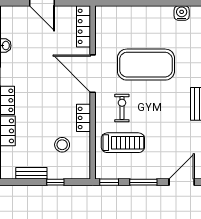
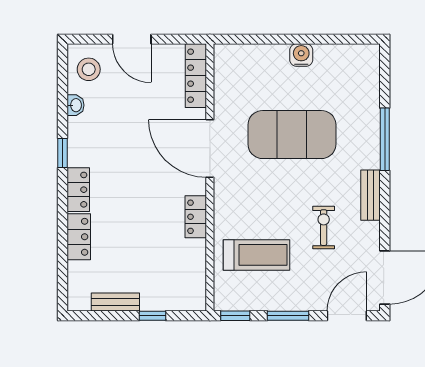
water cooler: (182, 13) -> (301, 55), moved
exercise bike: (122, 108) -> (324, 228), moved
stool: (62, 145) -> (89, 69), moved

